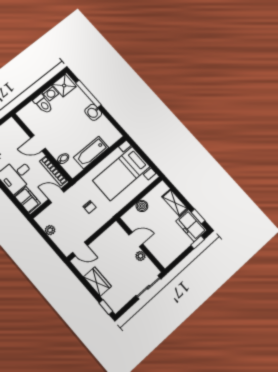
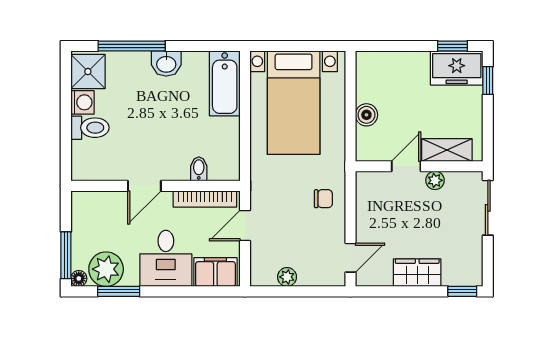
bathtub: (91, 153) -> (225, 83), moved
shelving: (175, 203) -> (447, 150), moved
chair: (90, 207) -> (323, 199), moved

